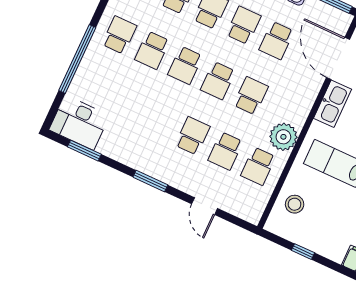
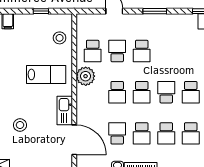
school desk: (152, 50) -> (191, 92), turned 180
school desk: (218, 81) -> (142, 92), turned 180
school desk: (258, 166) -> (93, 51), turned 180

